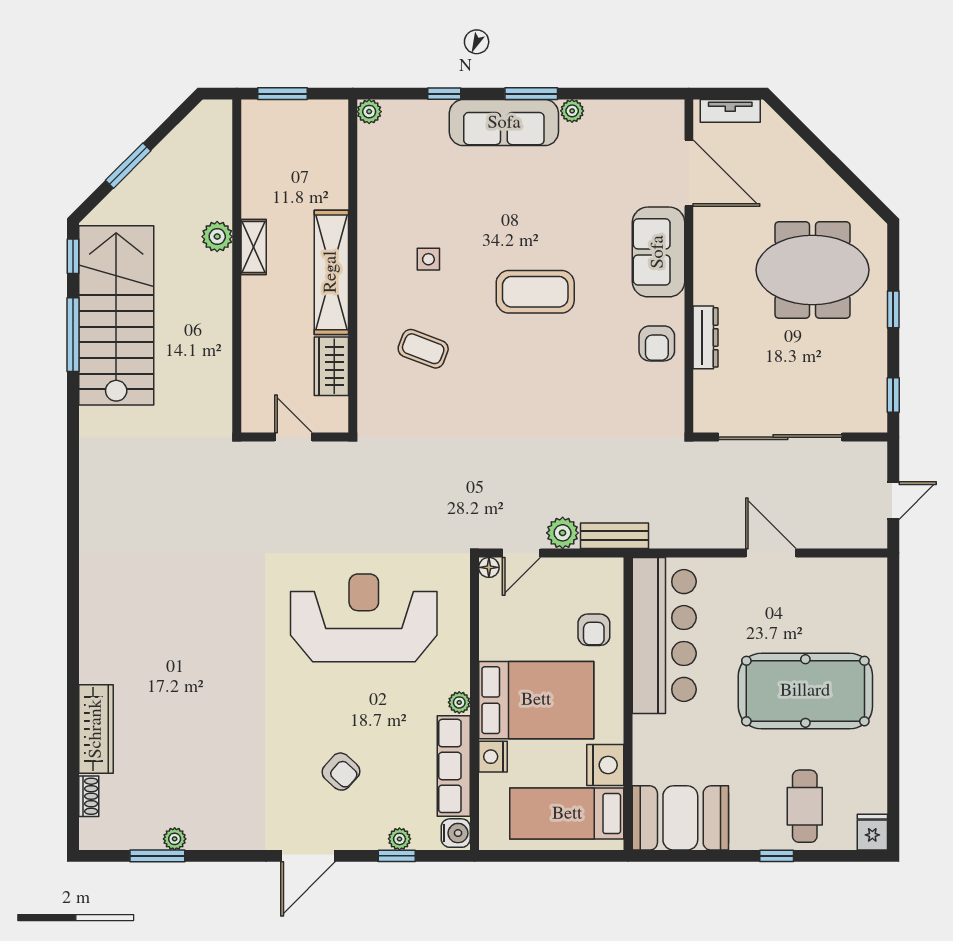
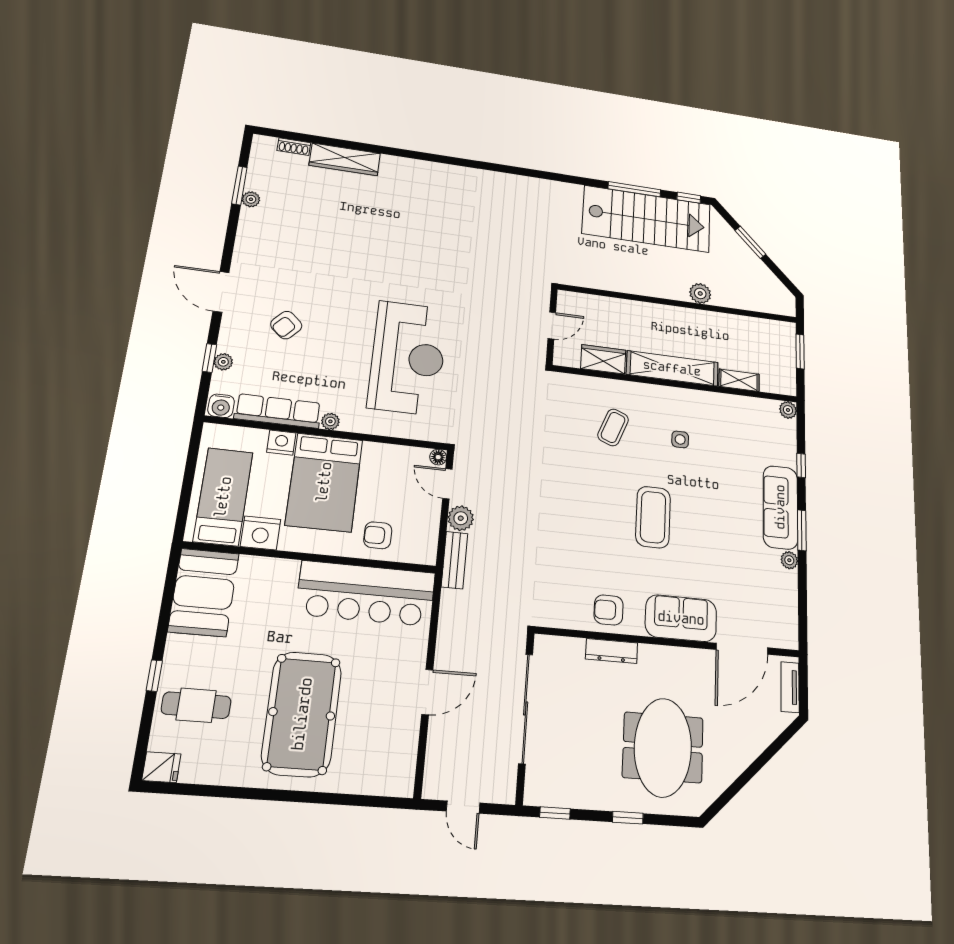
shelving: (254, 247) -> (739, 380), moved

